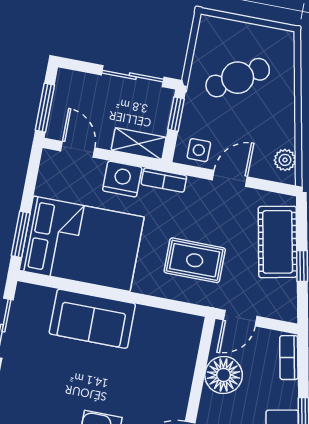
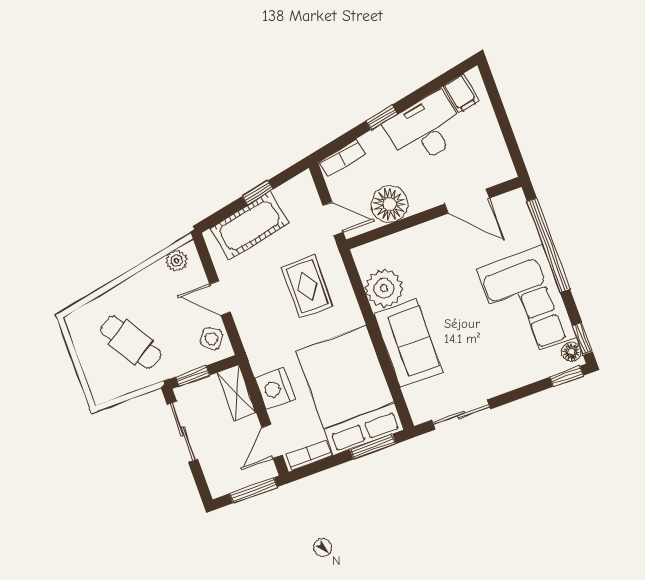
side table: (199, 150) -> (212, 339), turned 36
bookcase: (164, 180) -> (309, 455), moved, turned -90
plant: (153, 327) -> (384, 288), added

